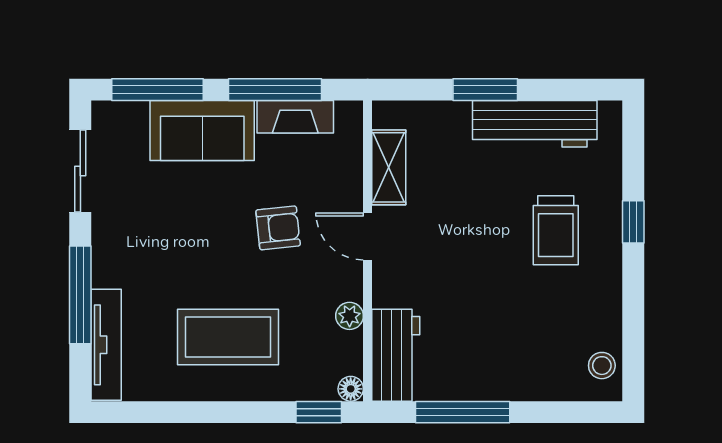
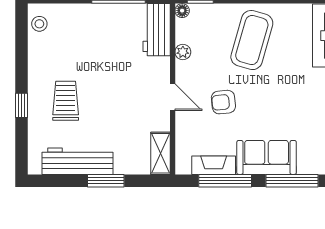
shelving: (389, 167) -> (161, 153), moved
coffee table: (228, 337) -> (252, 40), turned -74

